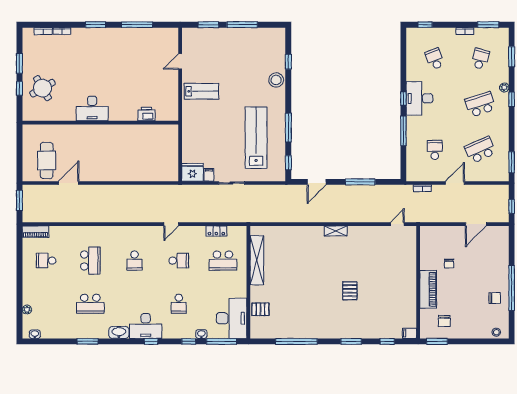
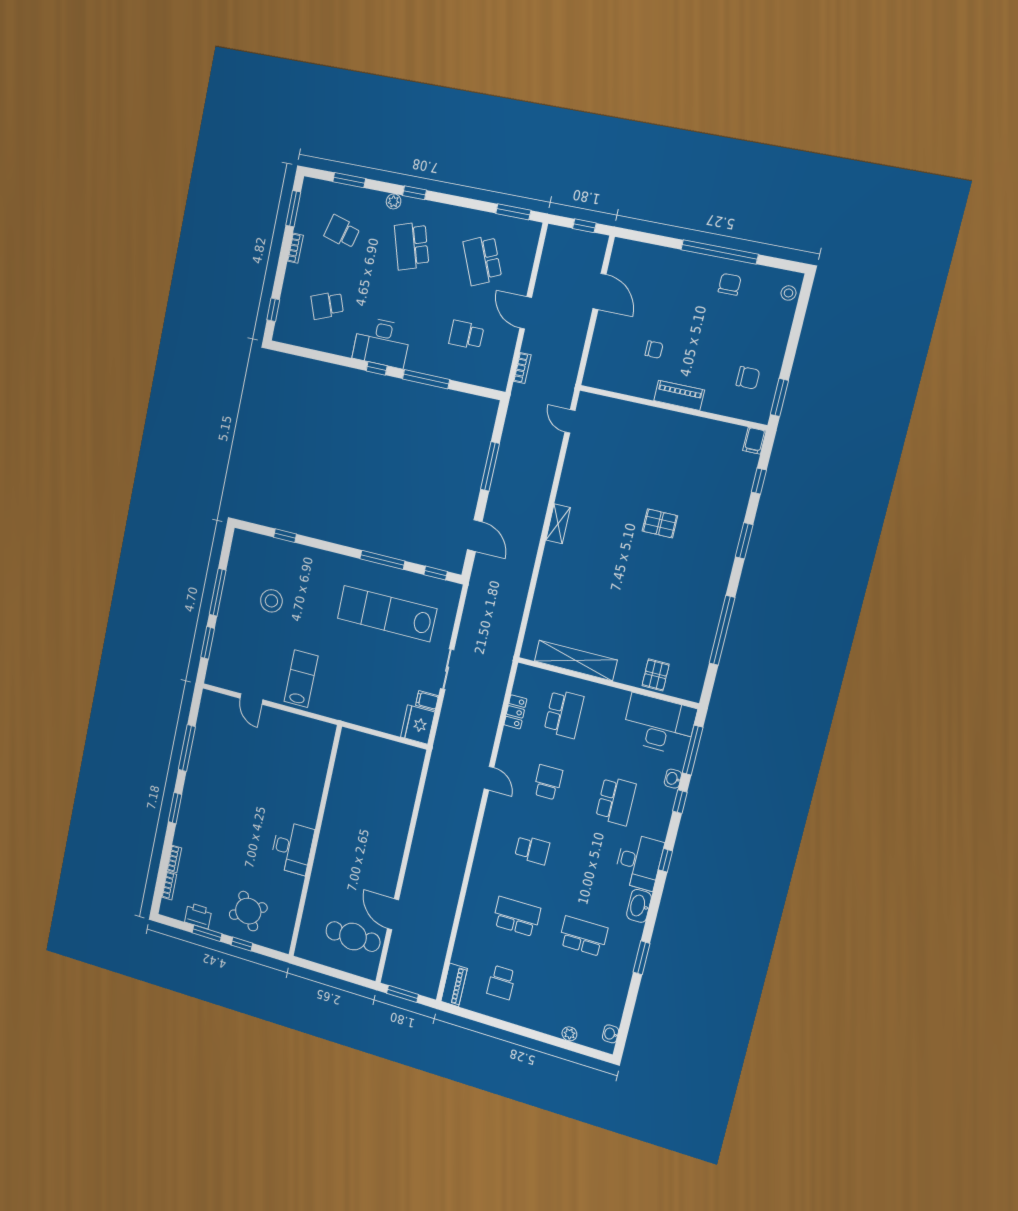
stool: (276, 80) -> (271, 601), moved
printer: (146, 114) -> (198, 916), moved, turned 90
piano: (428, 289) -> (679, 395), width x0.73, depth x0.75
school desk: (90, 304) -> (583, 936), turned -90
school desk: (179, 304) -> (616, 801), width x1.85

